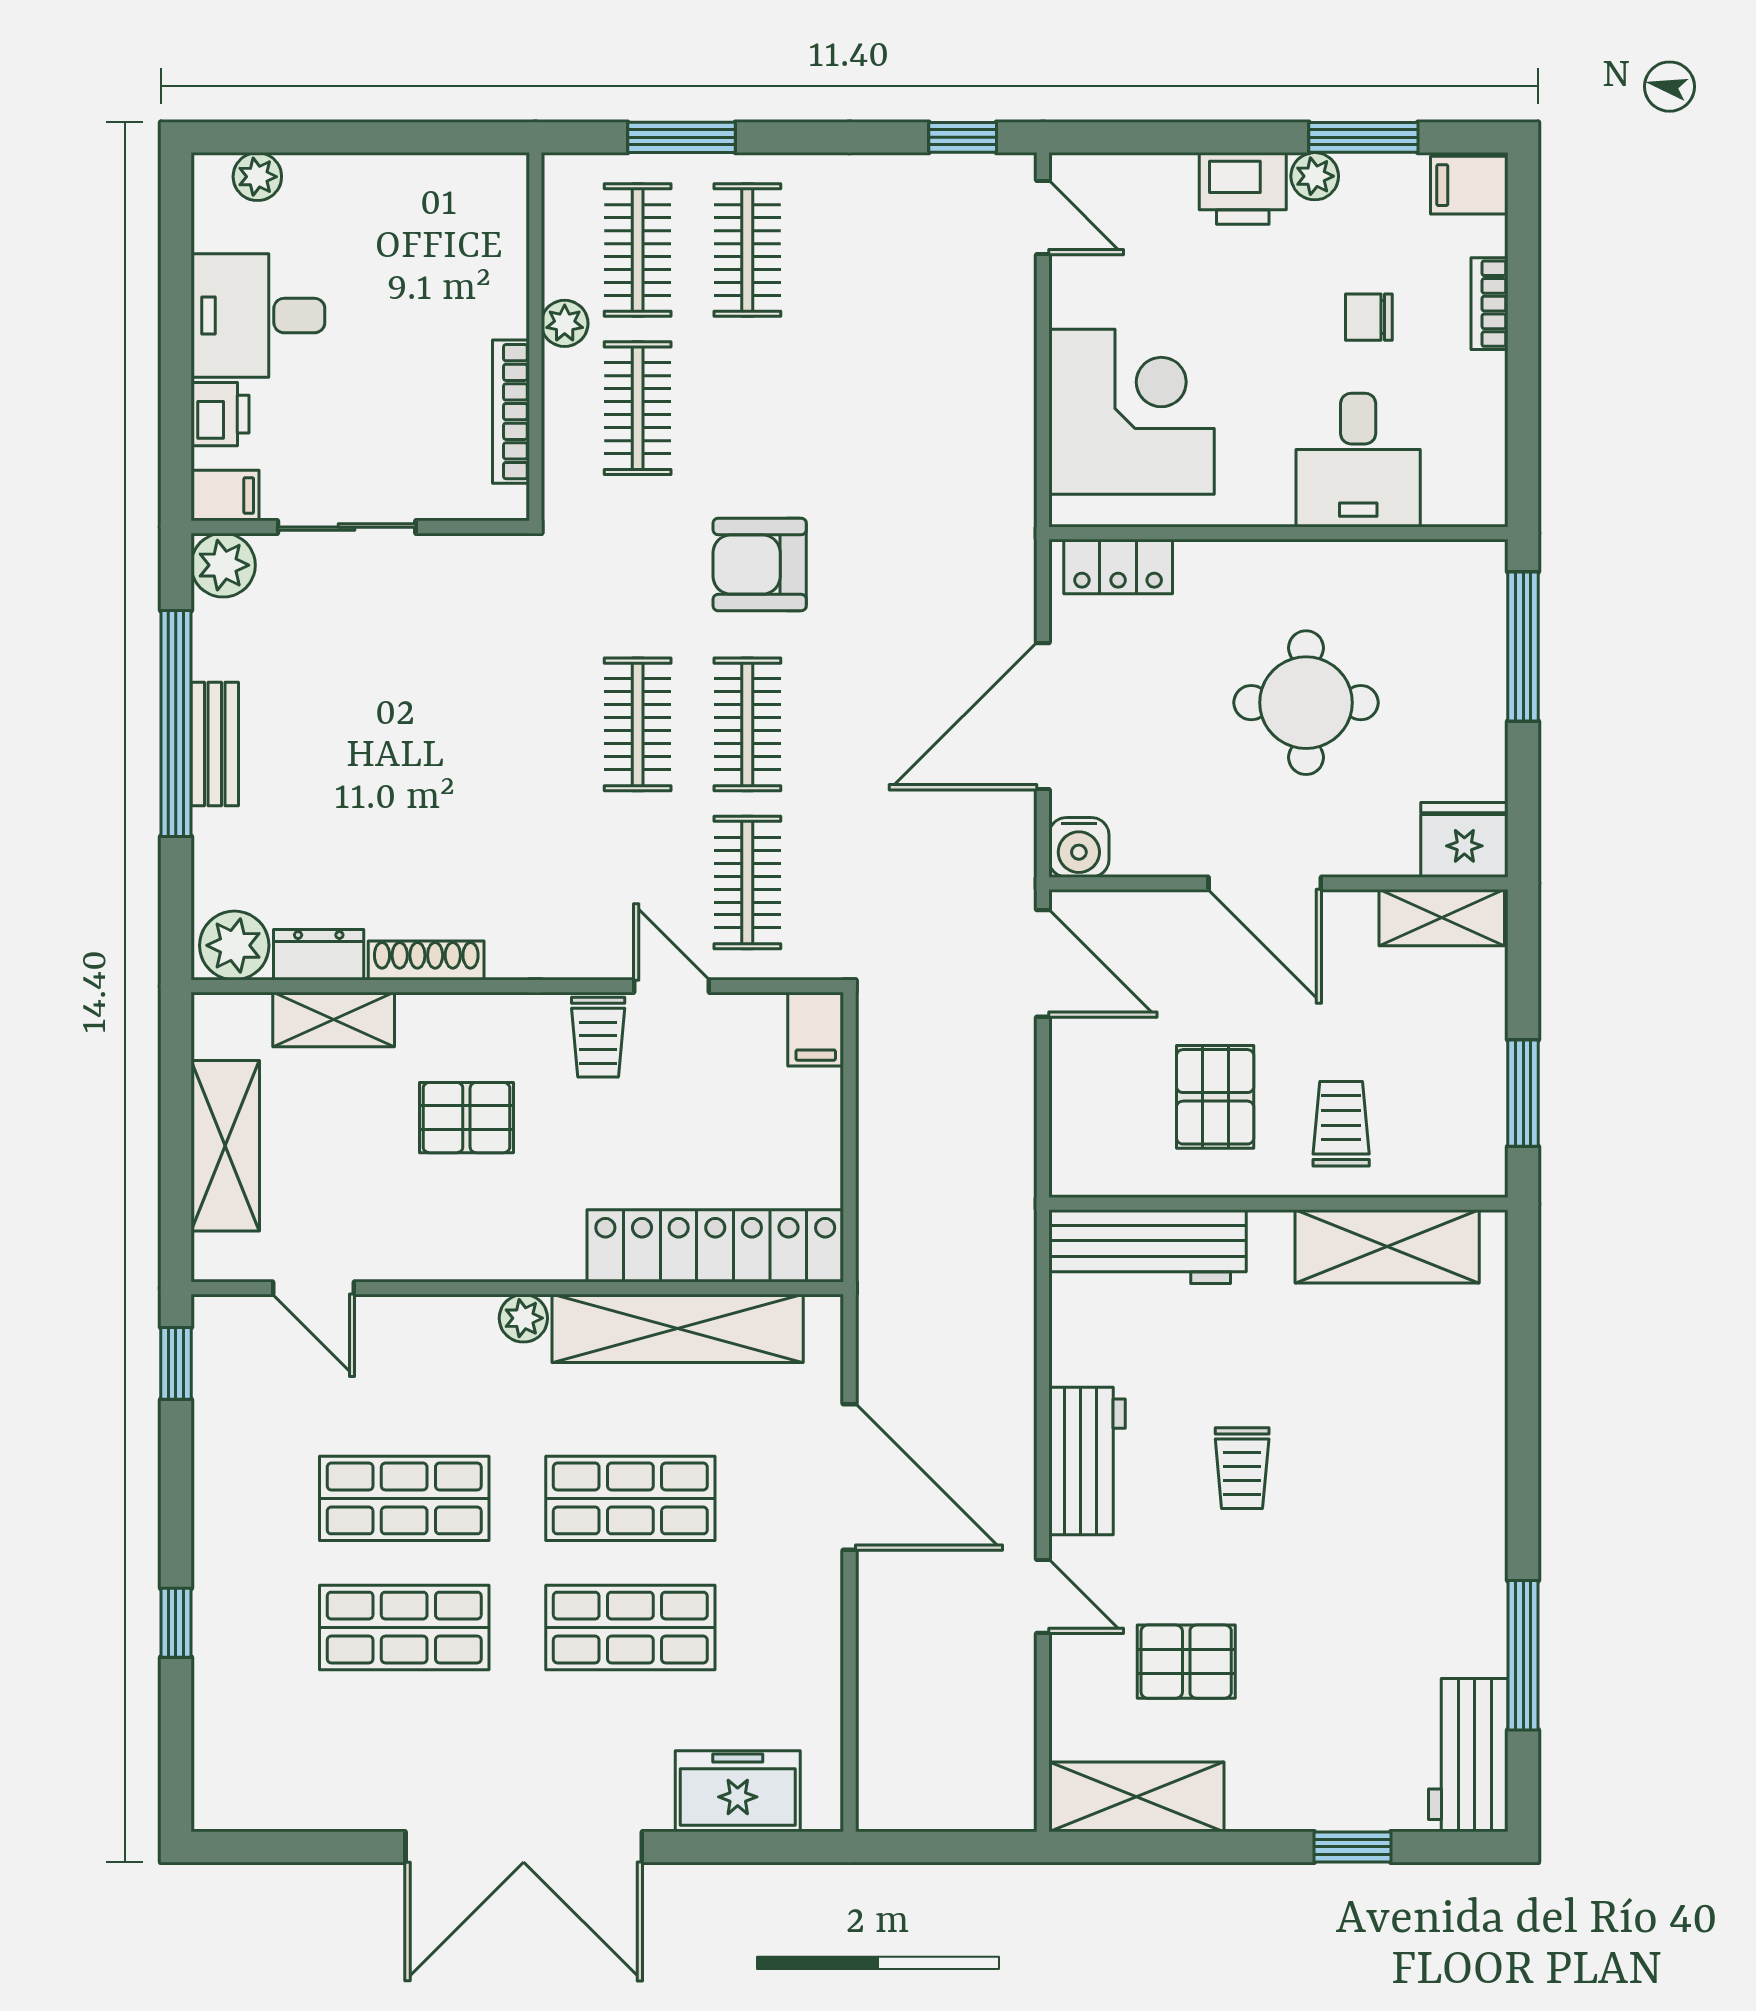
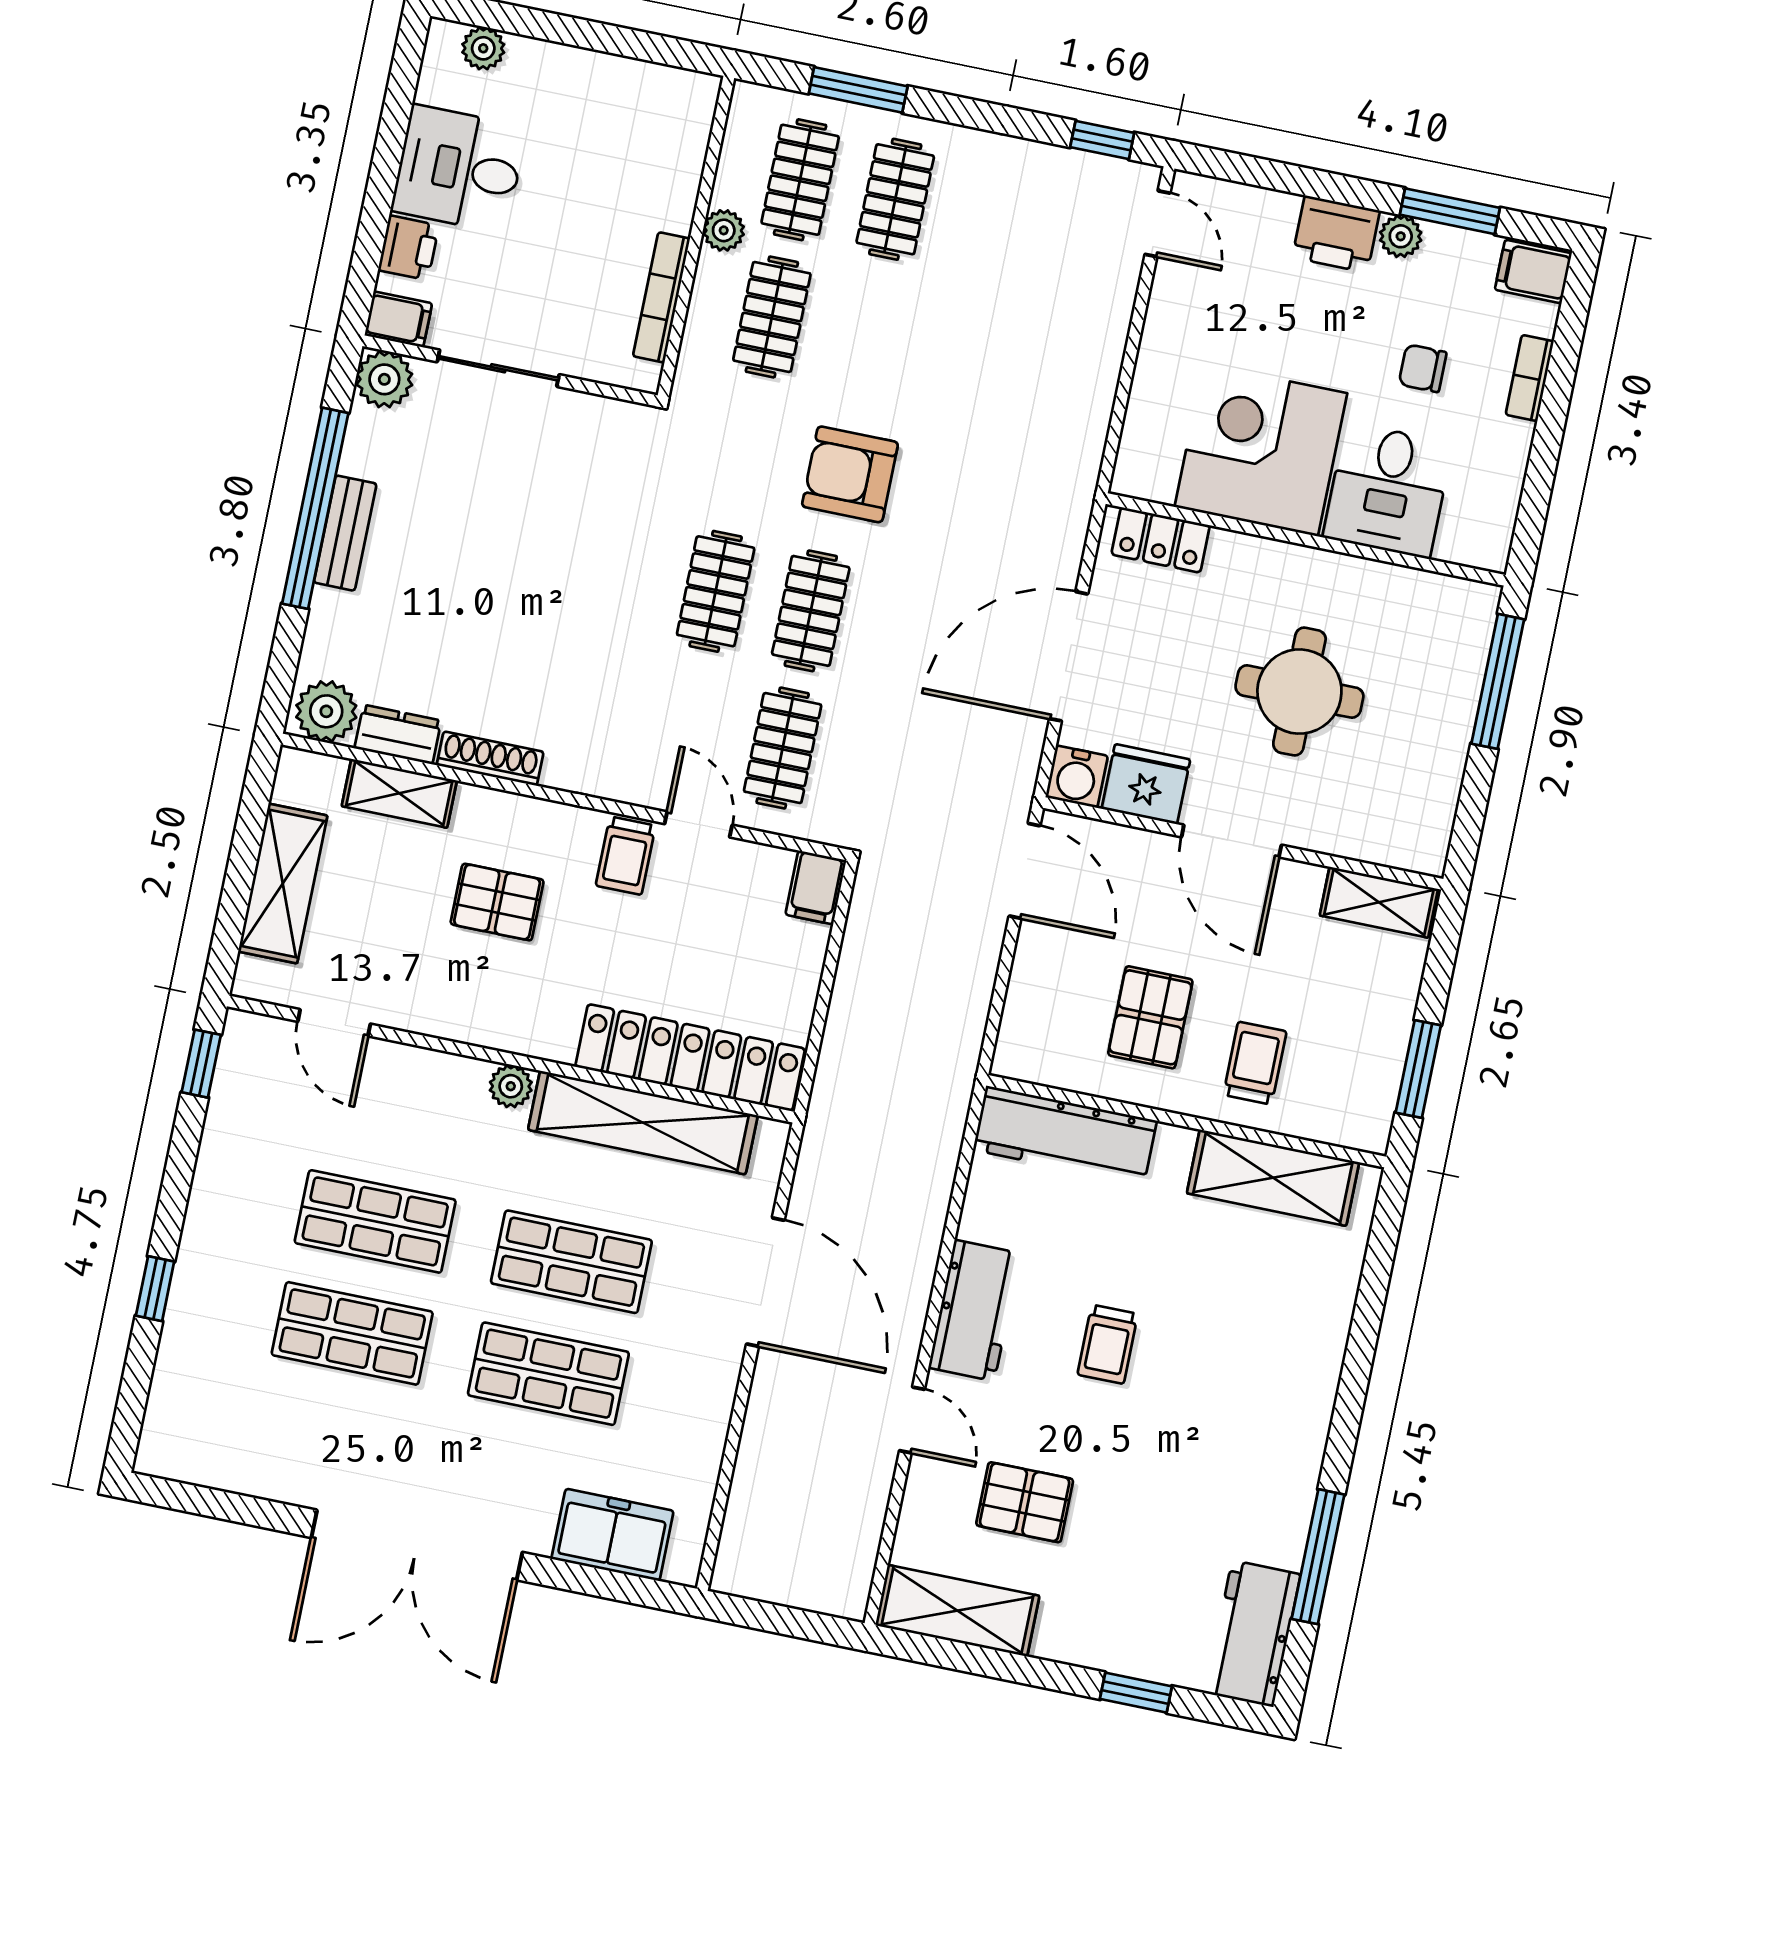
corner desk: (1131, 412) -> (1261, 450), moved, turned -90
fridge: (1464, 840) -> (1146, 784), moved

